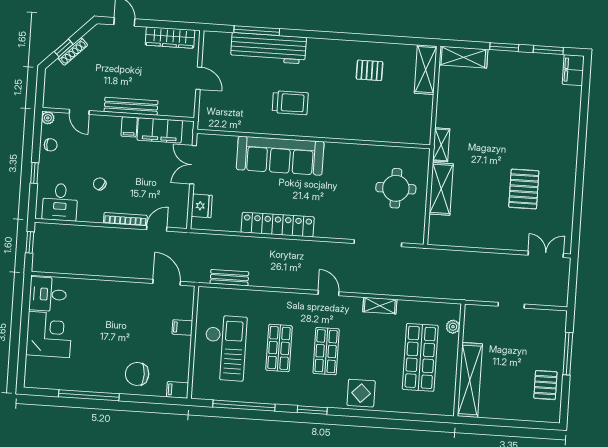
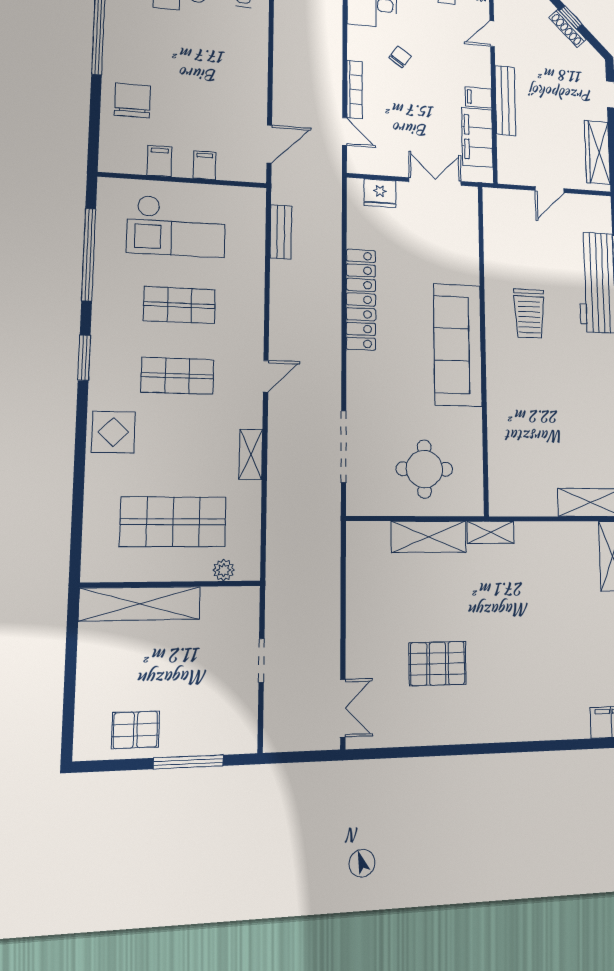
pallet: (369, 70) -> (582, 422), removed
sofa: (280, 156) -> (458, 345), moved
filing cabinet: (177, 390) -> (159, 161), moved

